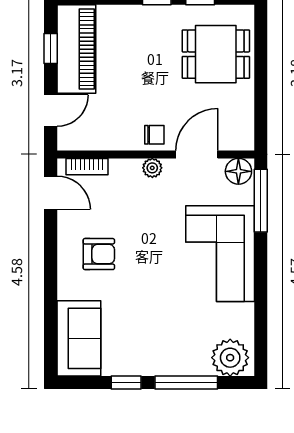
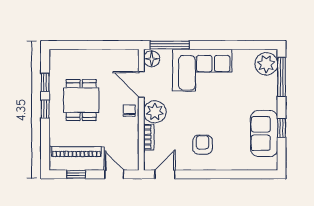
dining table: (216, 54) -> (81, 100), moved
bookcase: (87, 167) -> (149, 137), moved
plant: (152, 168) -> (155, 112), width x1.88, depth x1.88
sofa: (79, 338) -> (264, 134), moved, turned -90
window: (186, 383) -> (282, 77), moved

